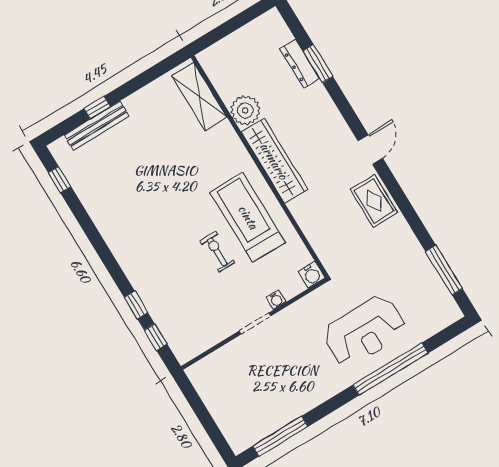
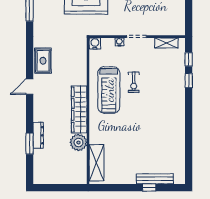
dresser: (300, 64) -> (38, 135), moved
window: (60, 180) -> (189, 164), removed
shelving: (204, 341) -> (166, 43), added

